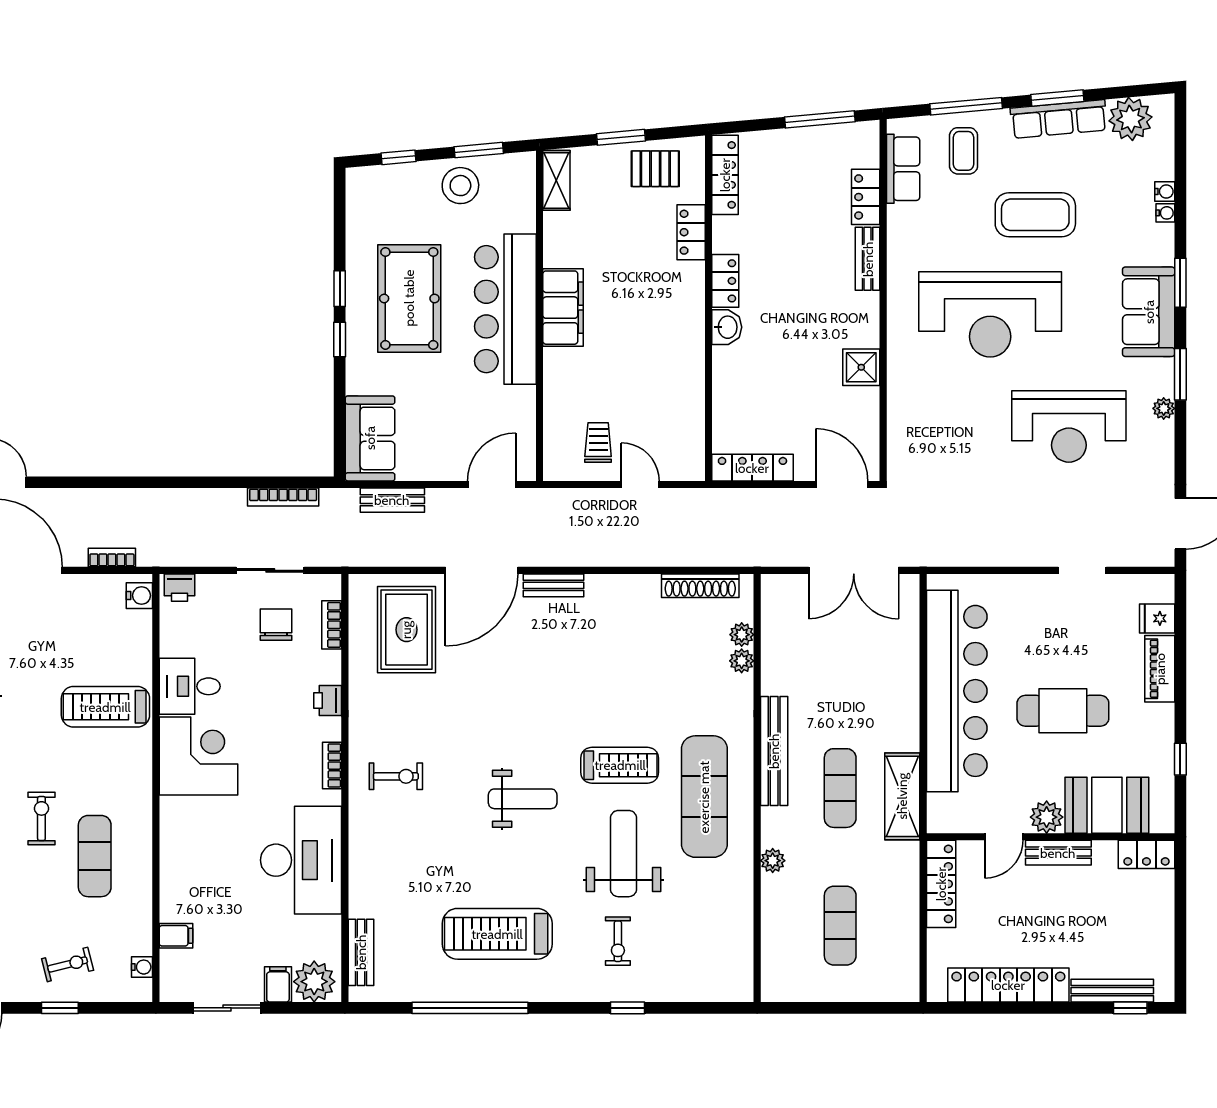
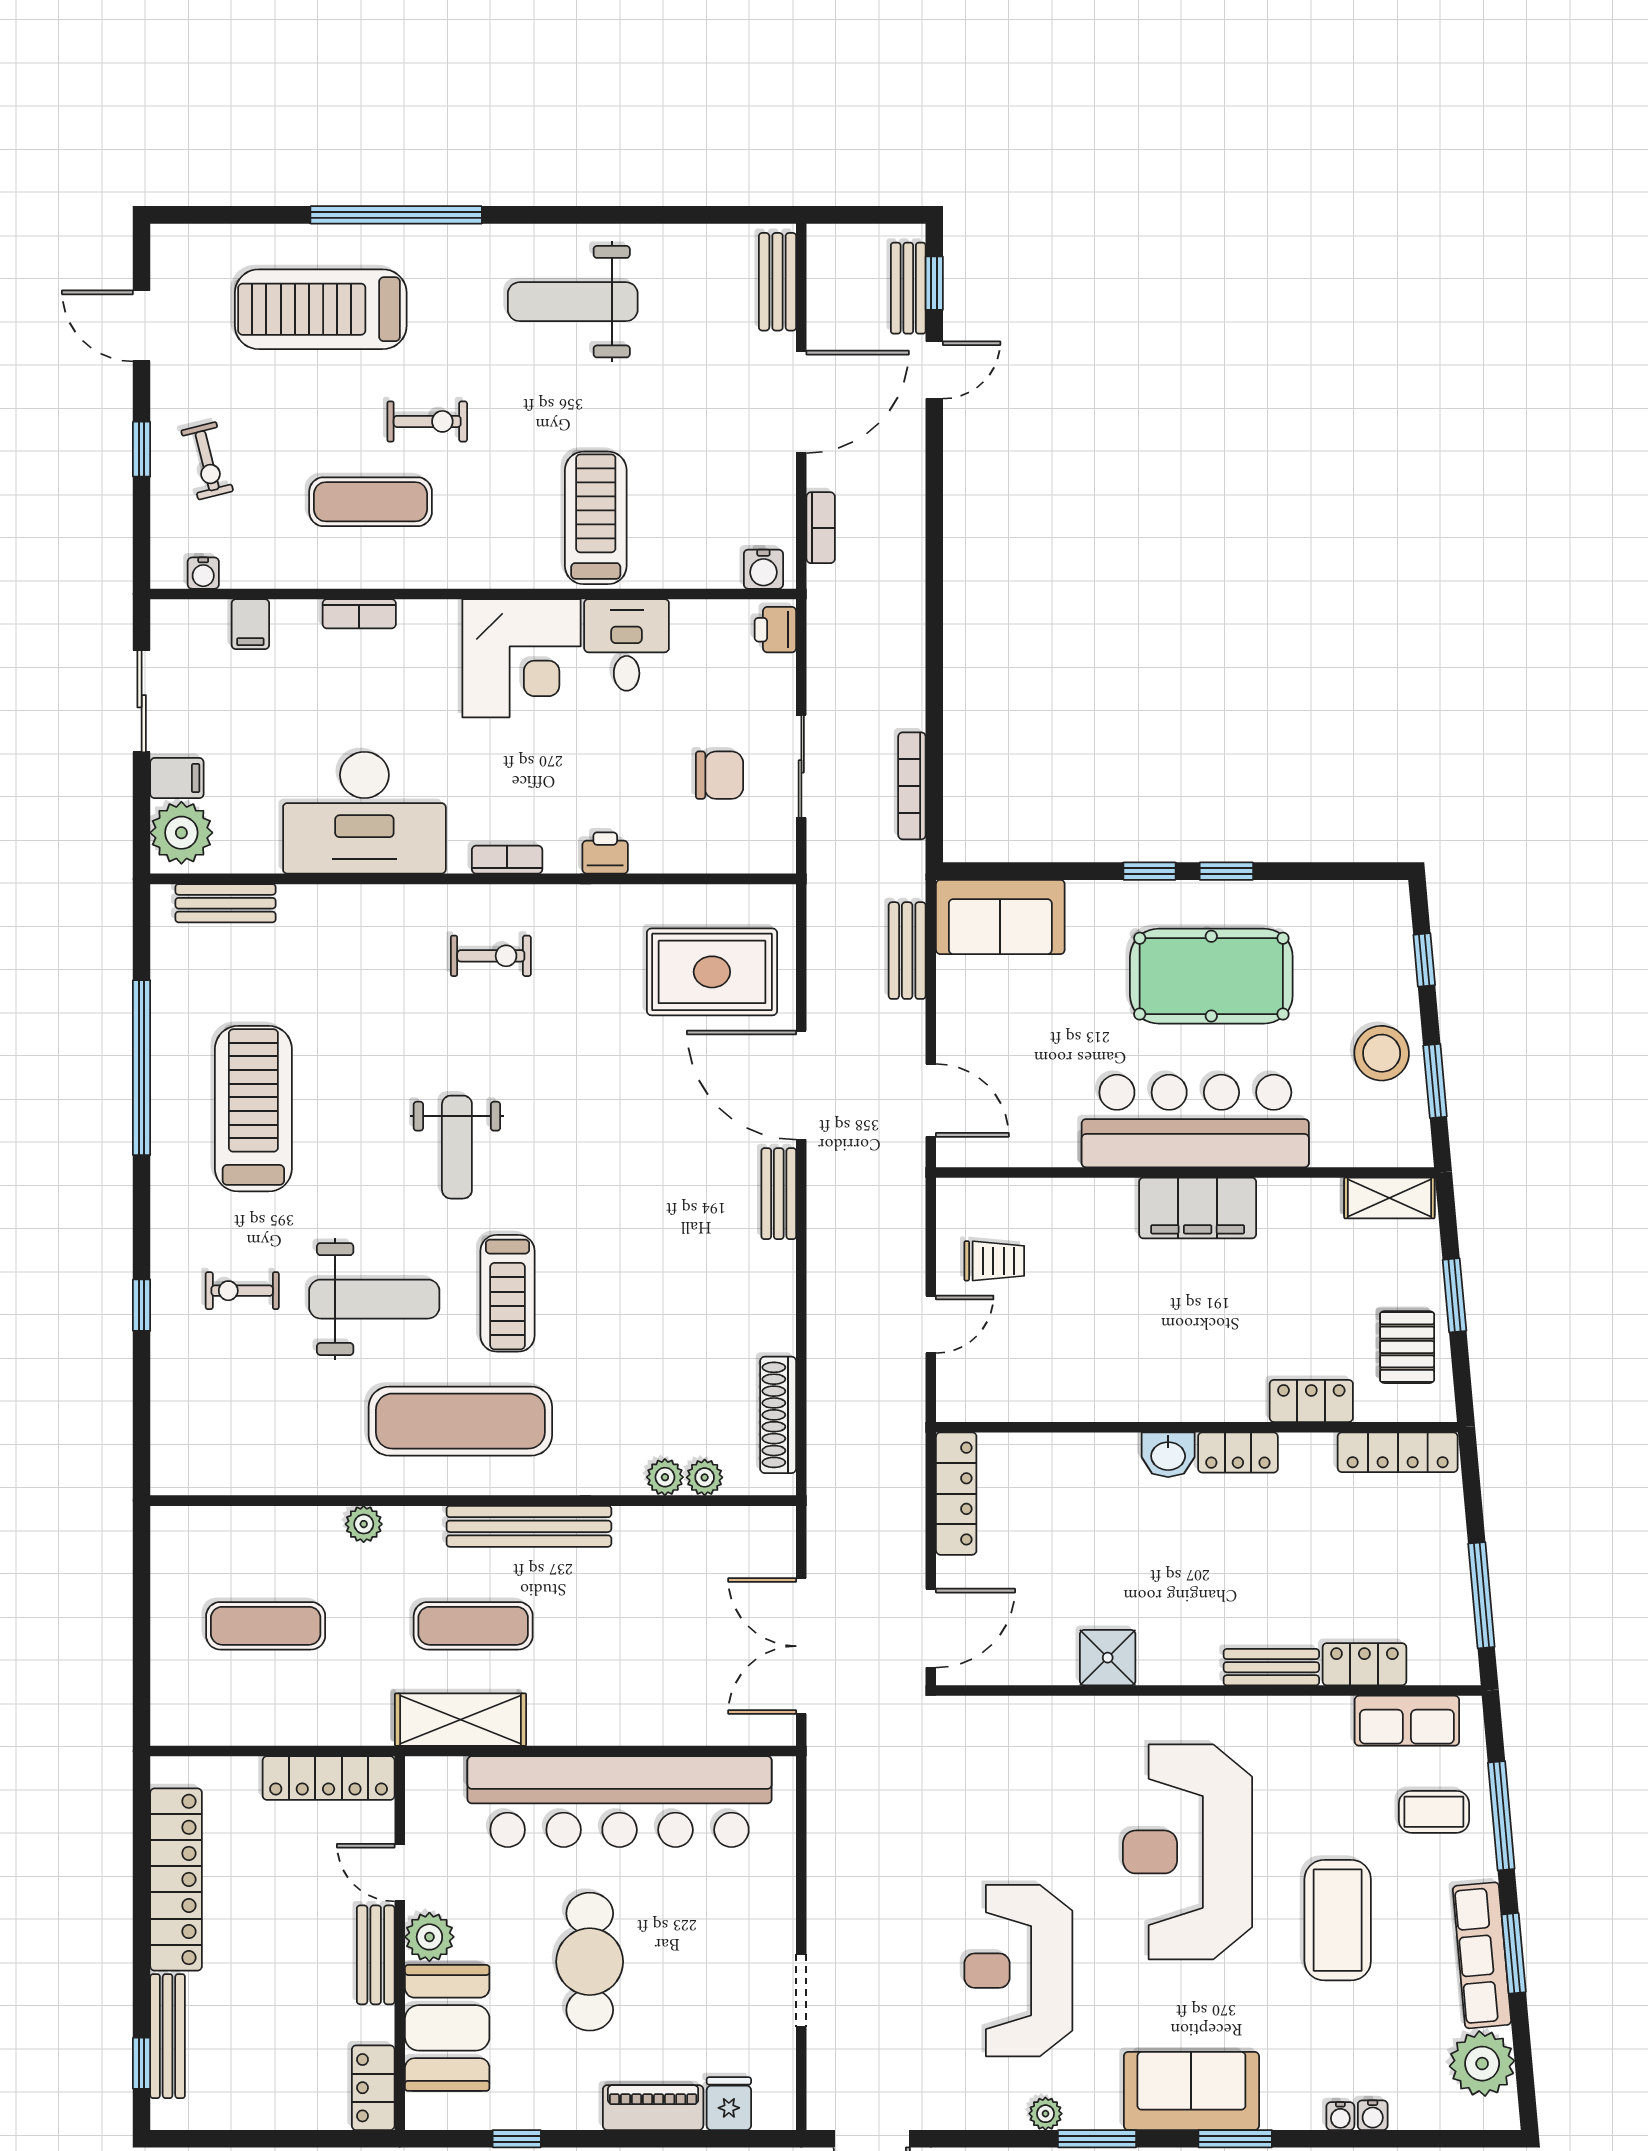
bookcase: (332, 625) -> (359, 614), moved, turned 180
exercise bike: (396, 776) -> (491, 956), turned -90

